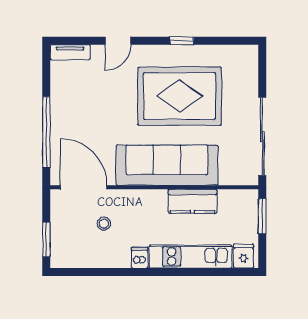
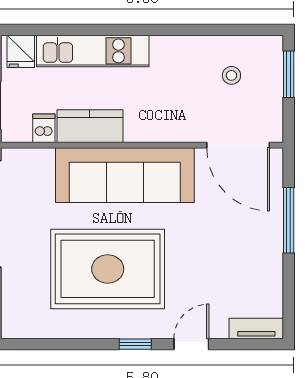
window: (182, 41) -> (135, 344), moved
window: (46, 132) -> (289, 220), width x0.68
stool: (104, 224) -> (231, 75), moved
dishwasher: (140, 258) -> (44, 128), moved, turned 180

